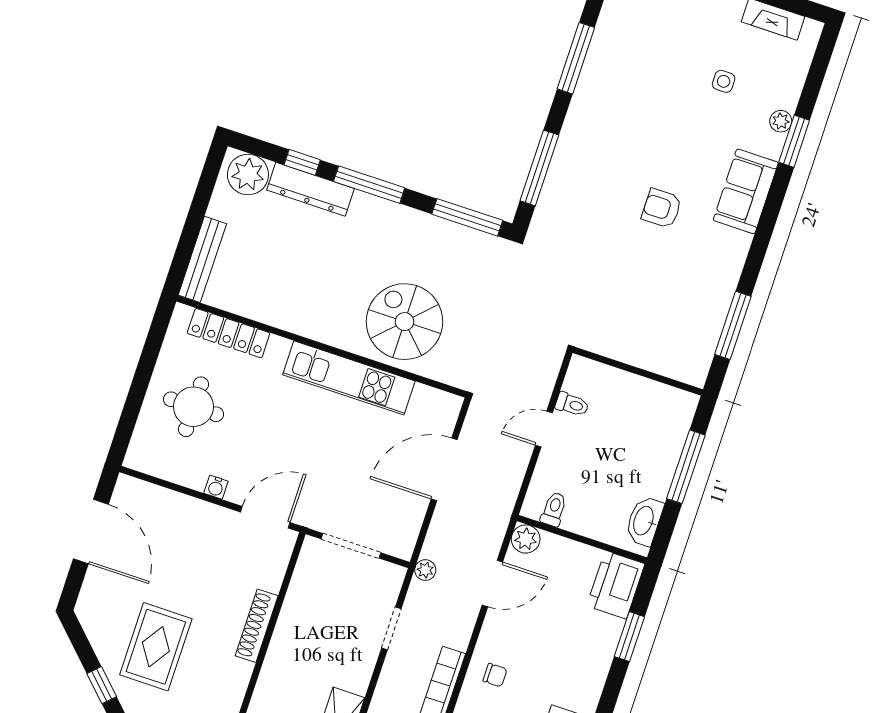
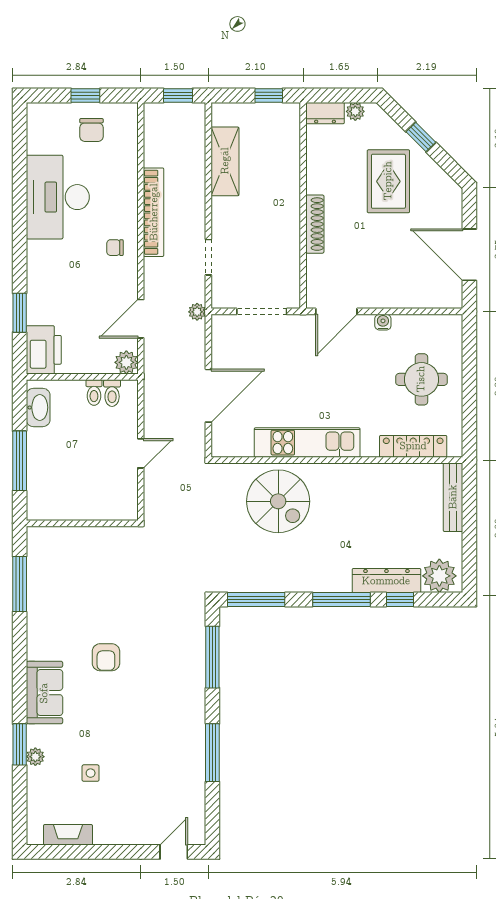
armchair: (662, 208) -> (106, 657), turned 90
toilet: (572, 404) -> (94, 392), moved, turned -90

